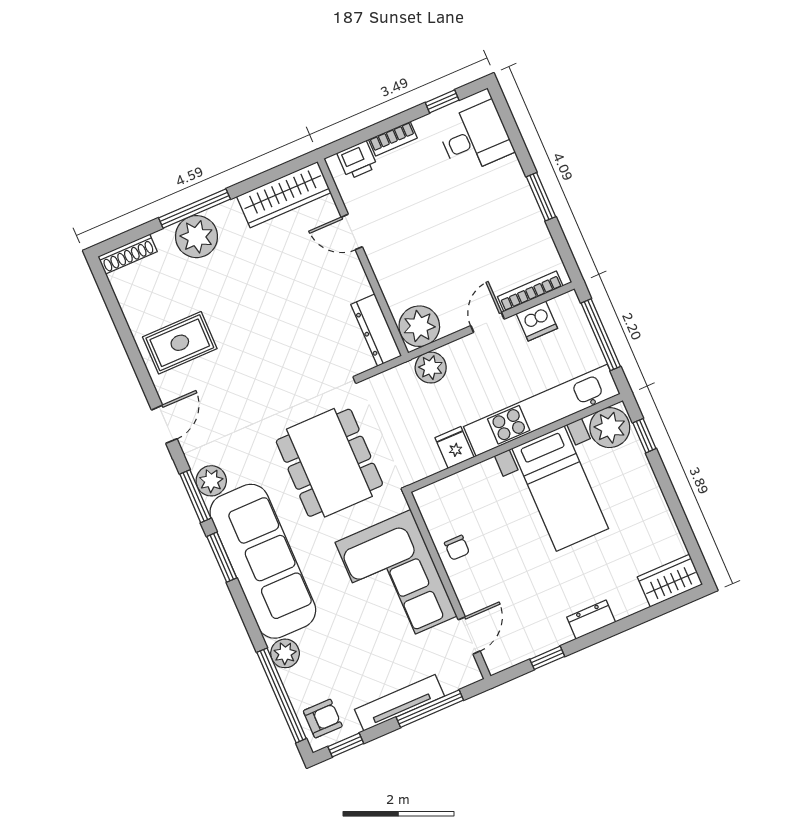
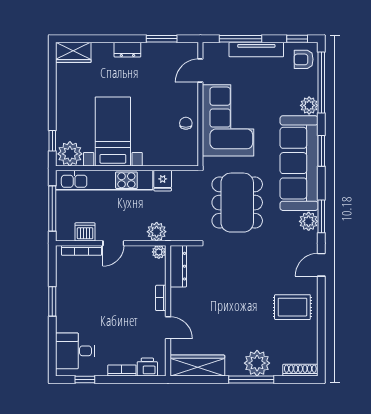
bookcase: (382, 272) -> (161, 298), added
plant: (419, 326) -> (159, 252), width x0.53, depth x0.53
window: (222, 557) -> (321, 151), moved
window: (547, 658) -> (162, 39), width x1.50

